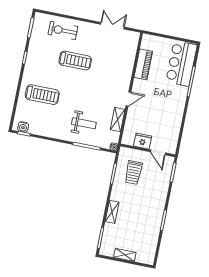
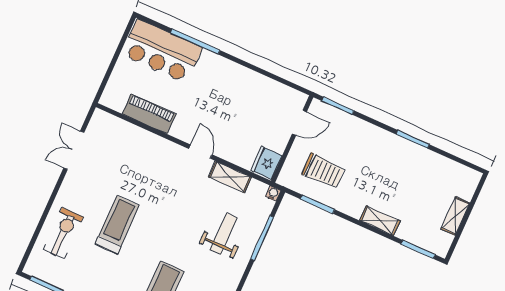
exercise bike: (63, 31) -> (63, 233), turned 180
fridge: (143, 141) -> (266, 163), moved

